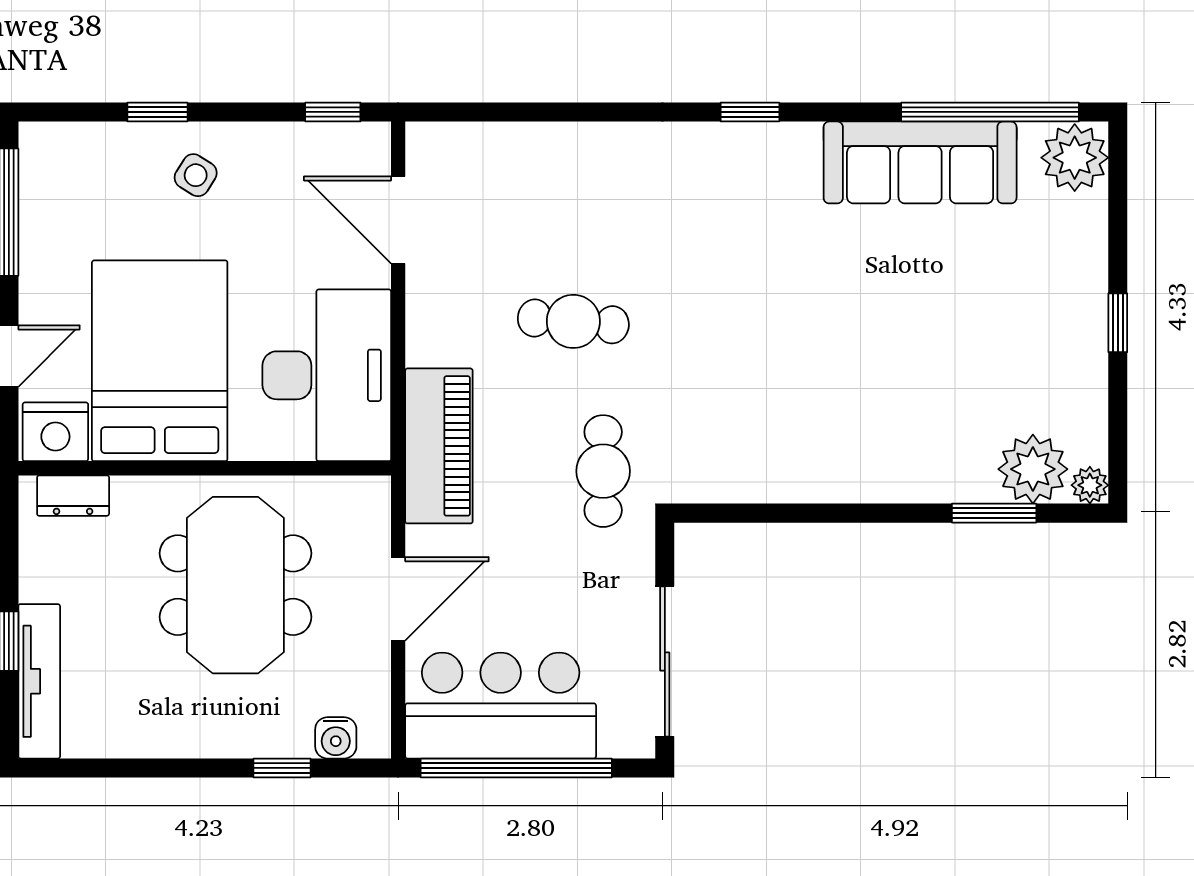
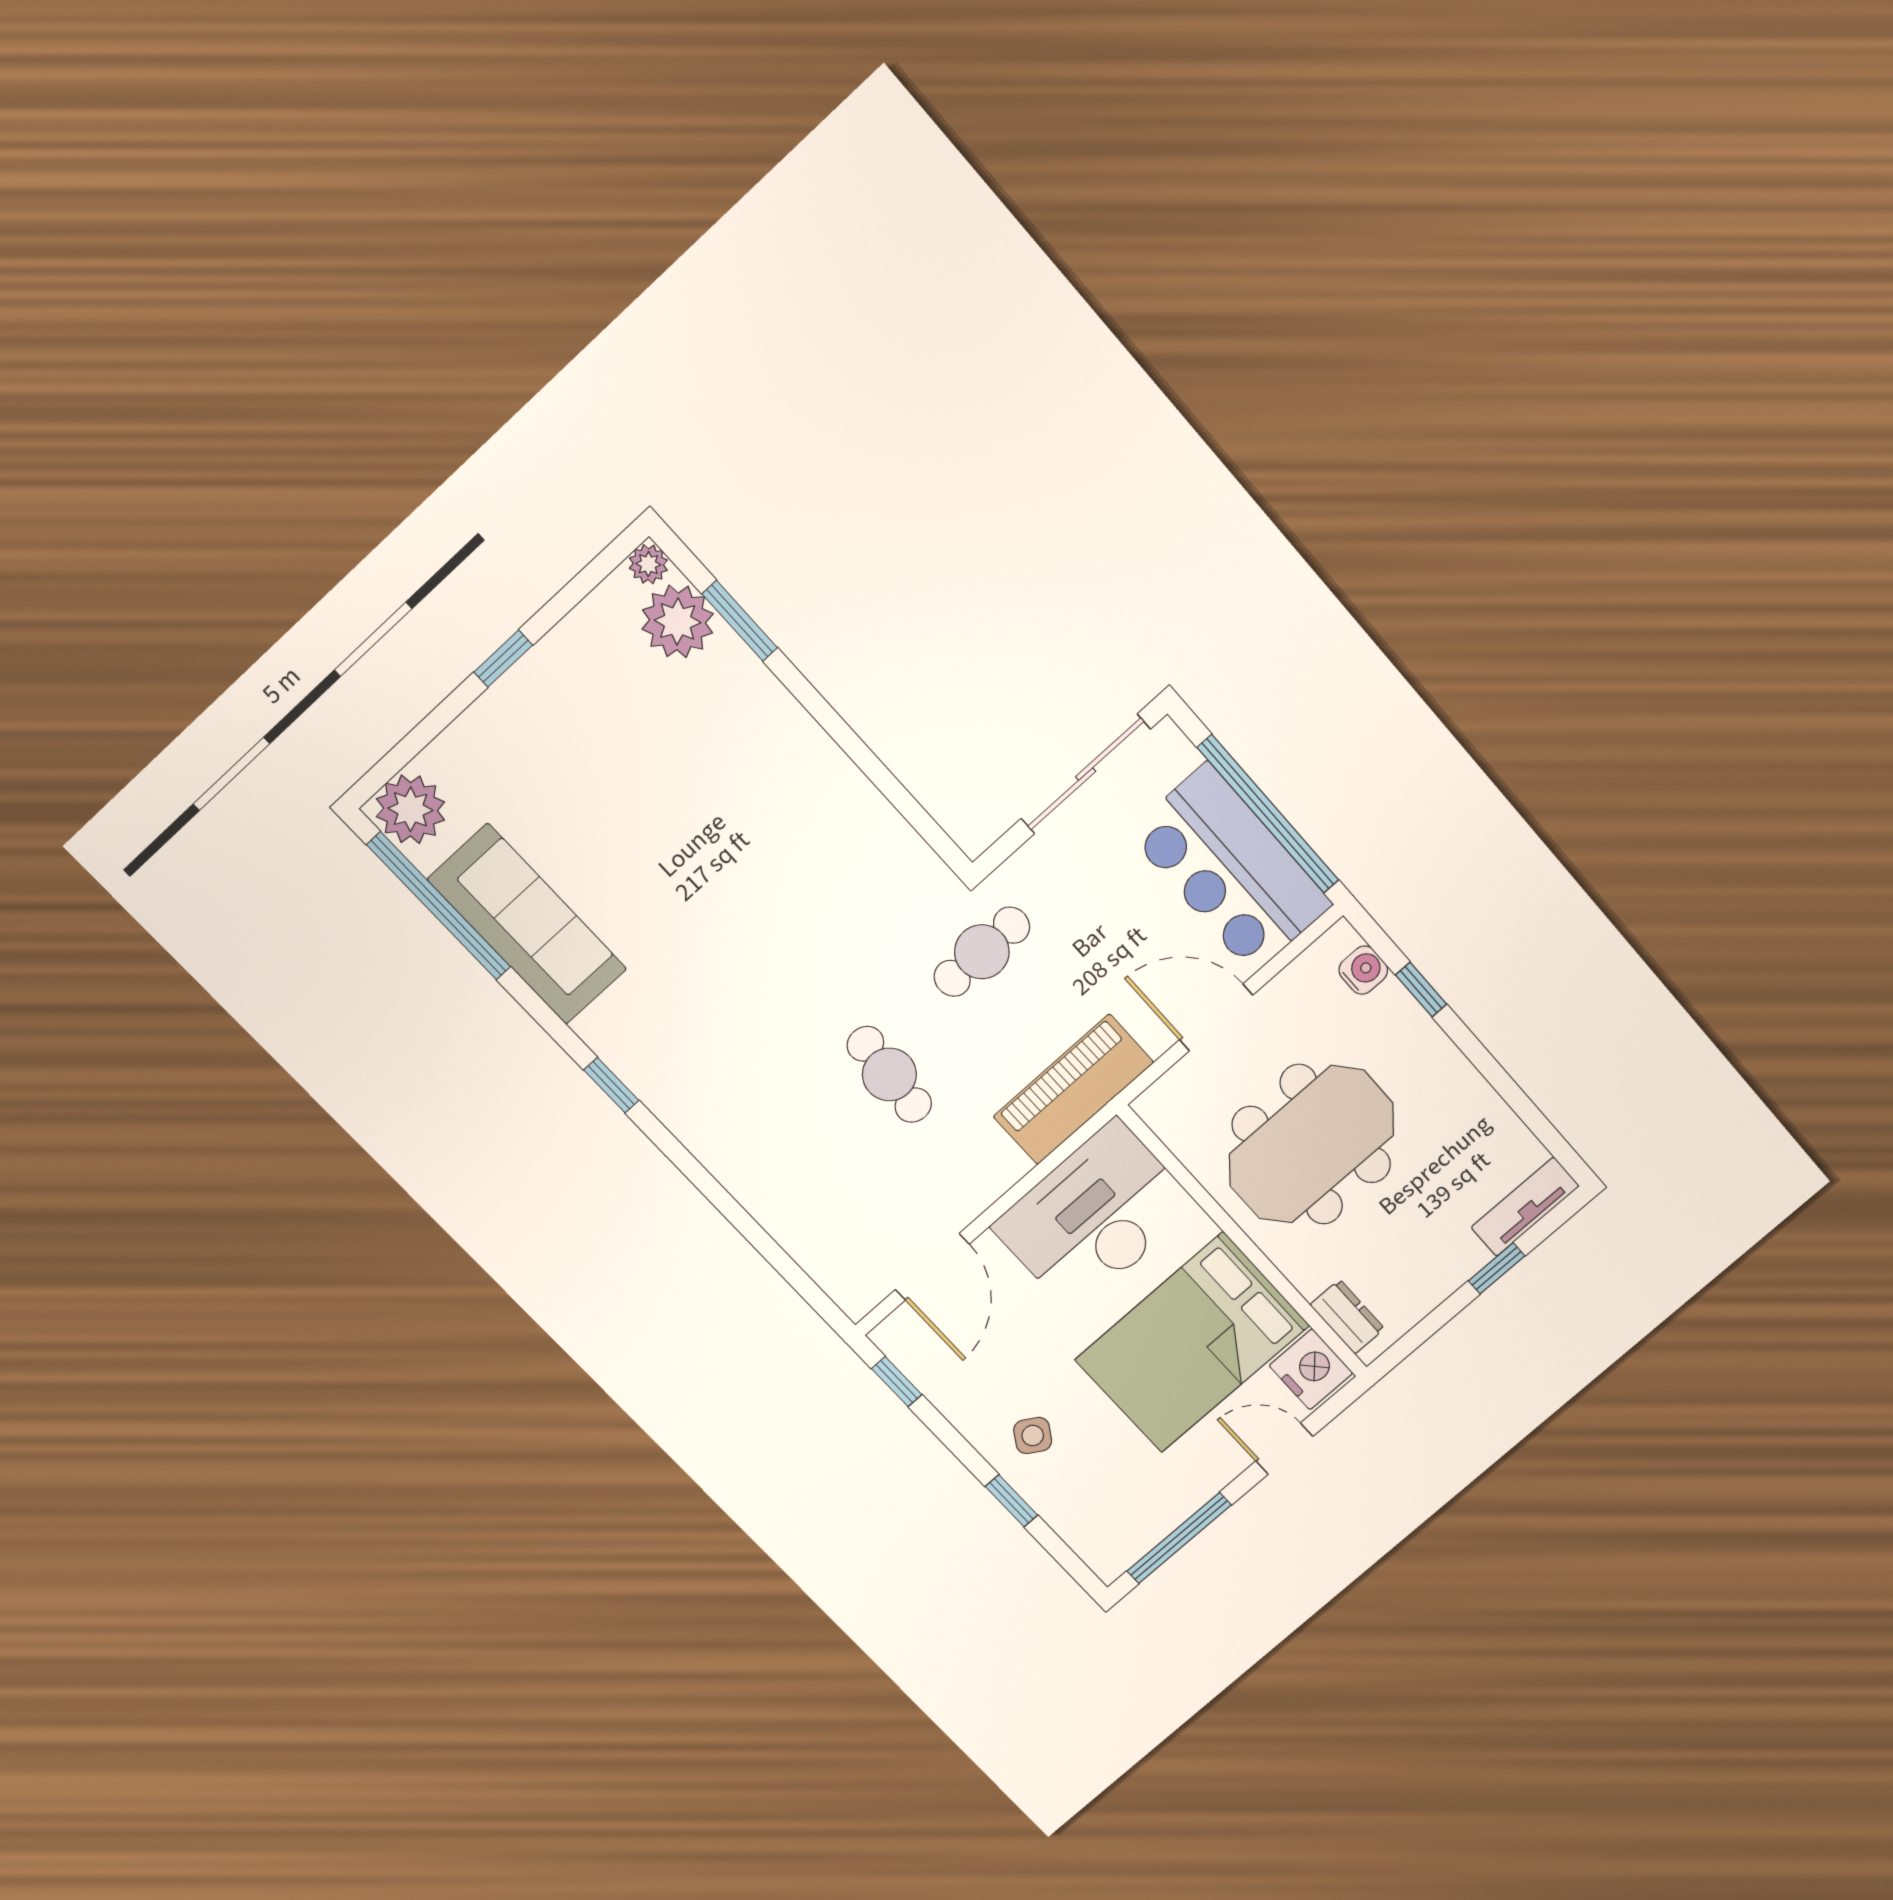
tv unit: (39, 681) -> (1525, 1207), width x0.71

